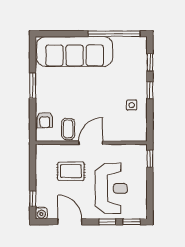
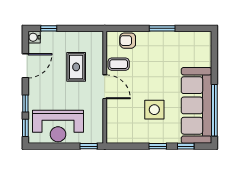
sofa: (75, 51) -> (196, 105), moved
side table: (132, 105) -> (154, 110), moved, width x1.87, depth x1.87
reception desk: (111, 188) -> (58, 126), moved

